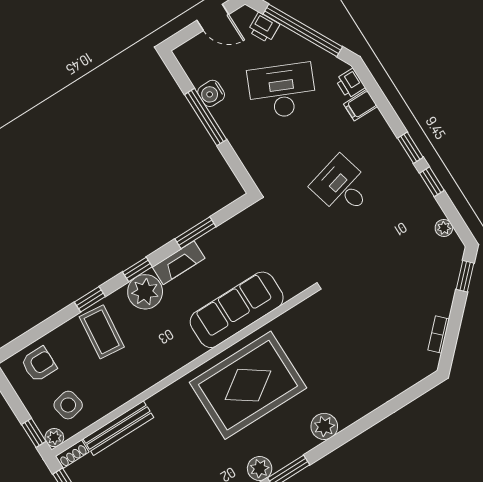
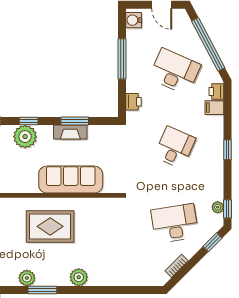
printer: (264, 28) -> (133, 102), moved, turned -152
water cooler: (211, 93) -> (134, 20), moved
window: (432, 182) -> (227, 209), moved
desk: (342, 187) -> (175, 147), turned 39
fireplace: (179, 263) -> (70, 132), moved
desk: (402, 282) -> (175, 223), added
rug: (248, 385) -> (50, 226), width x0.73, depth x0.69

